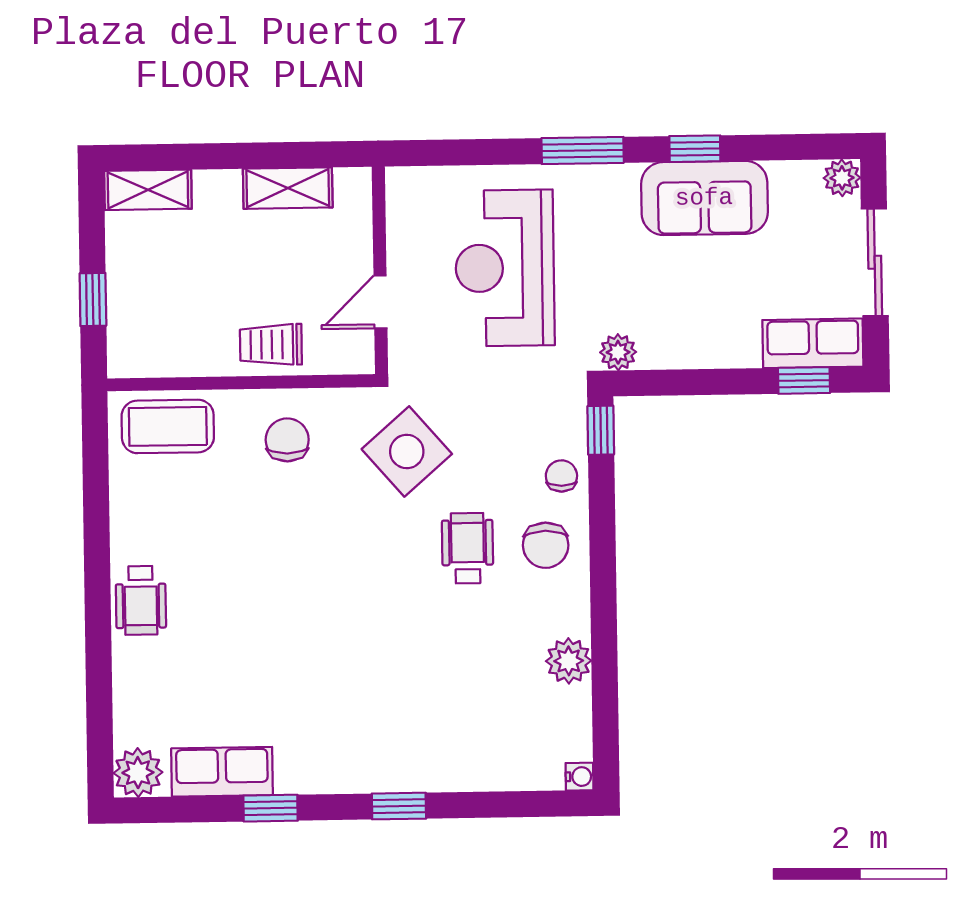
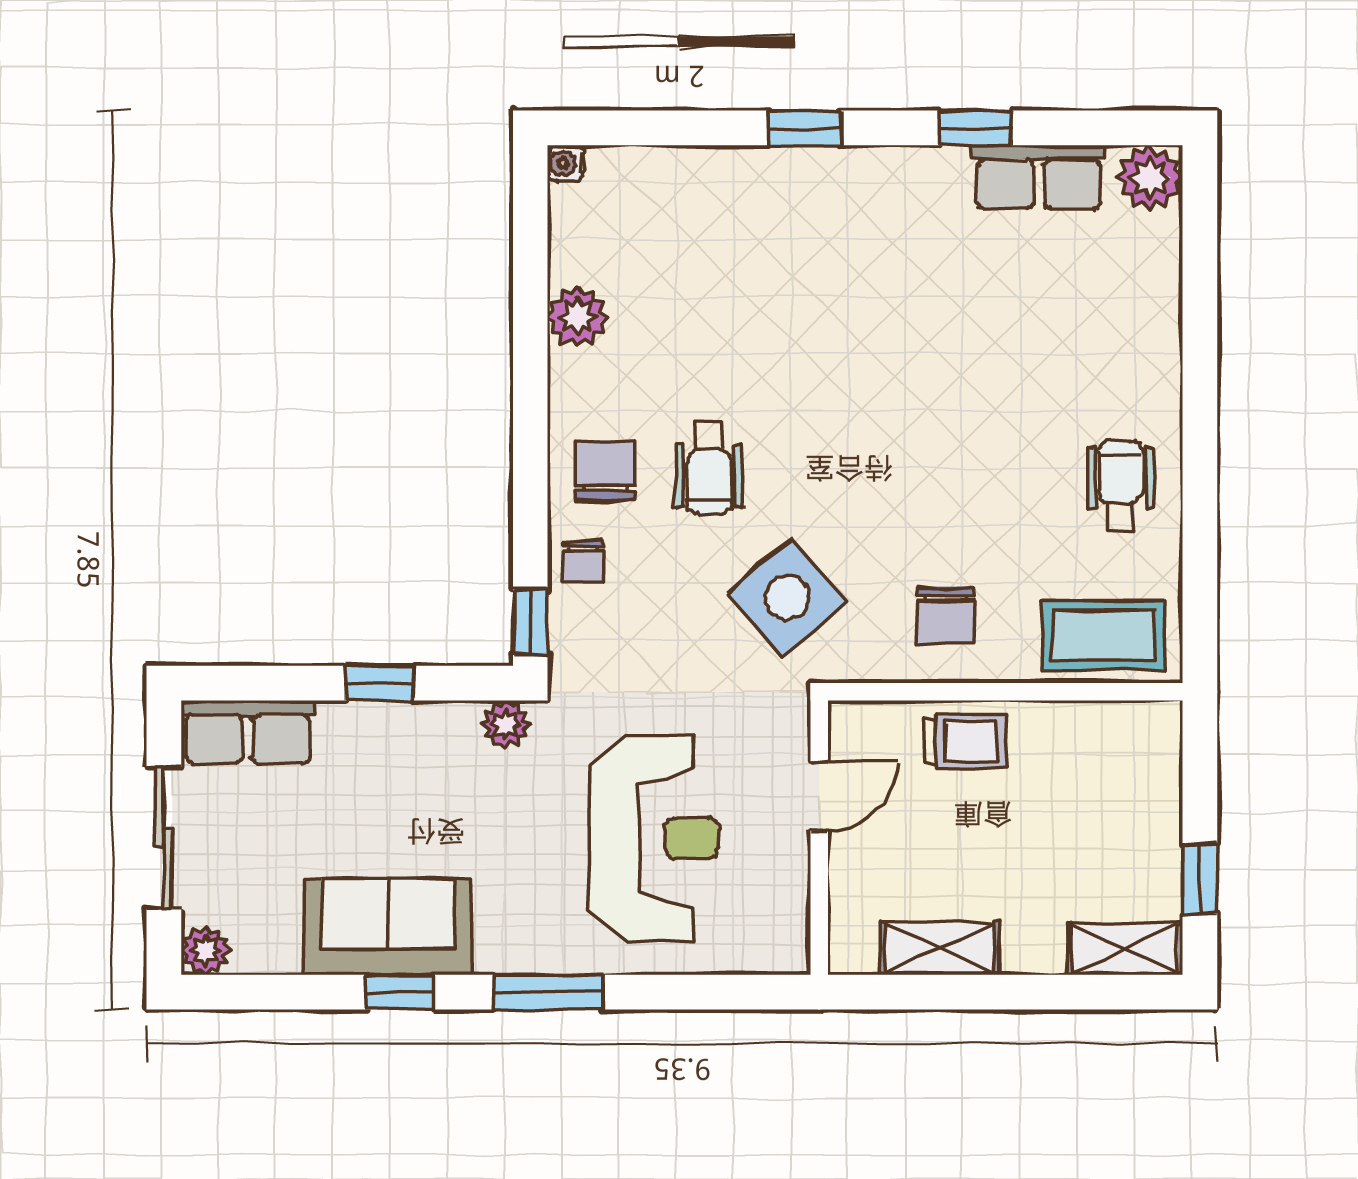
window: (93, 299) -> (1200, 879), moved
window: (804, 380) -> (380, 683), moved
wheelchair: (141, 600) -> (1120, 485), moved

